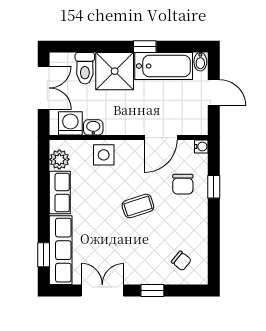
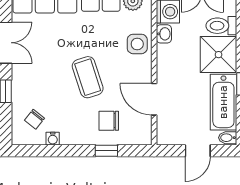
water cooler: (201, 147) -> (53, 139), moved
coffee table: (138, 206) -> (88, 77), width x1.36, depth x1.30

